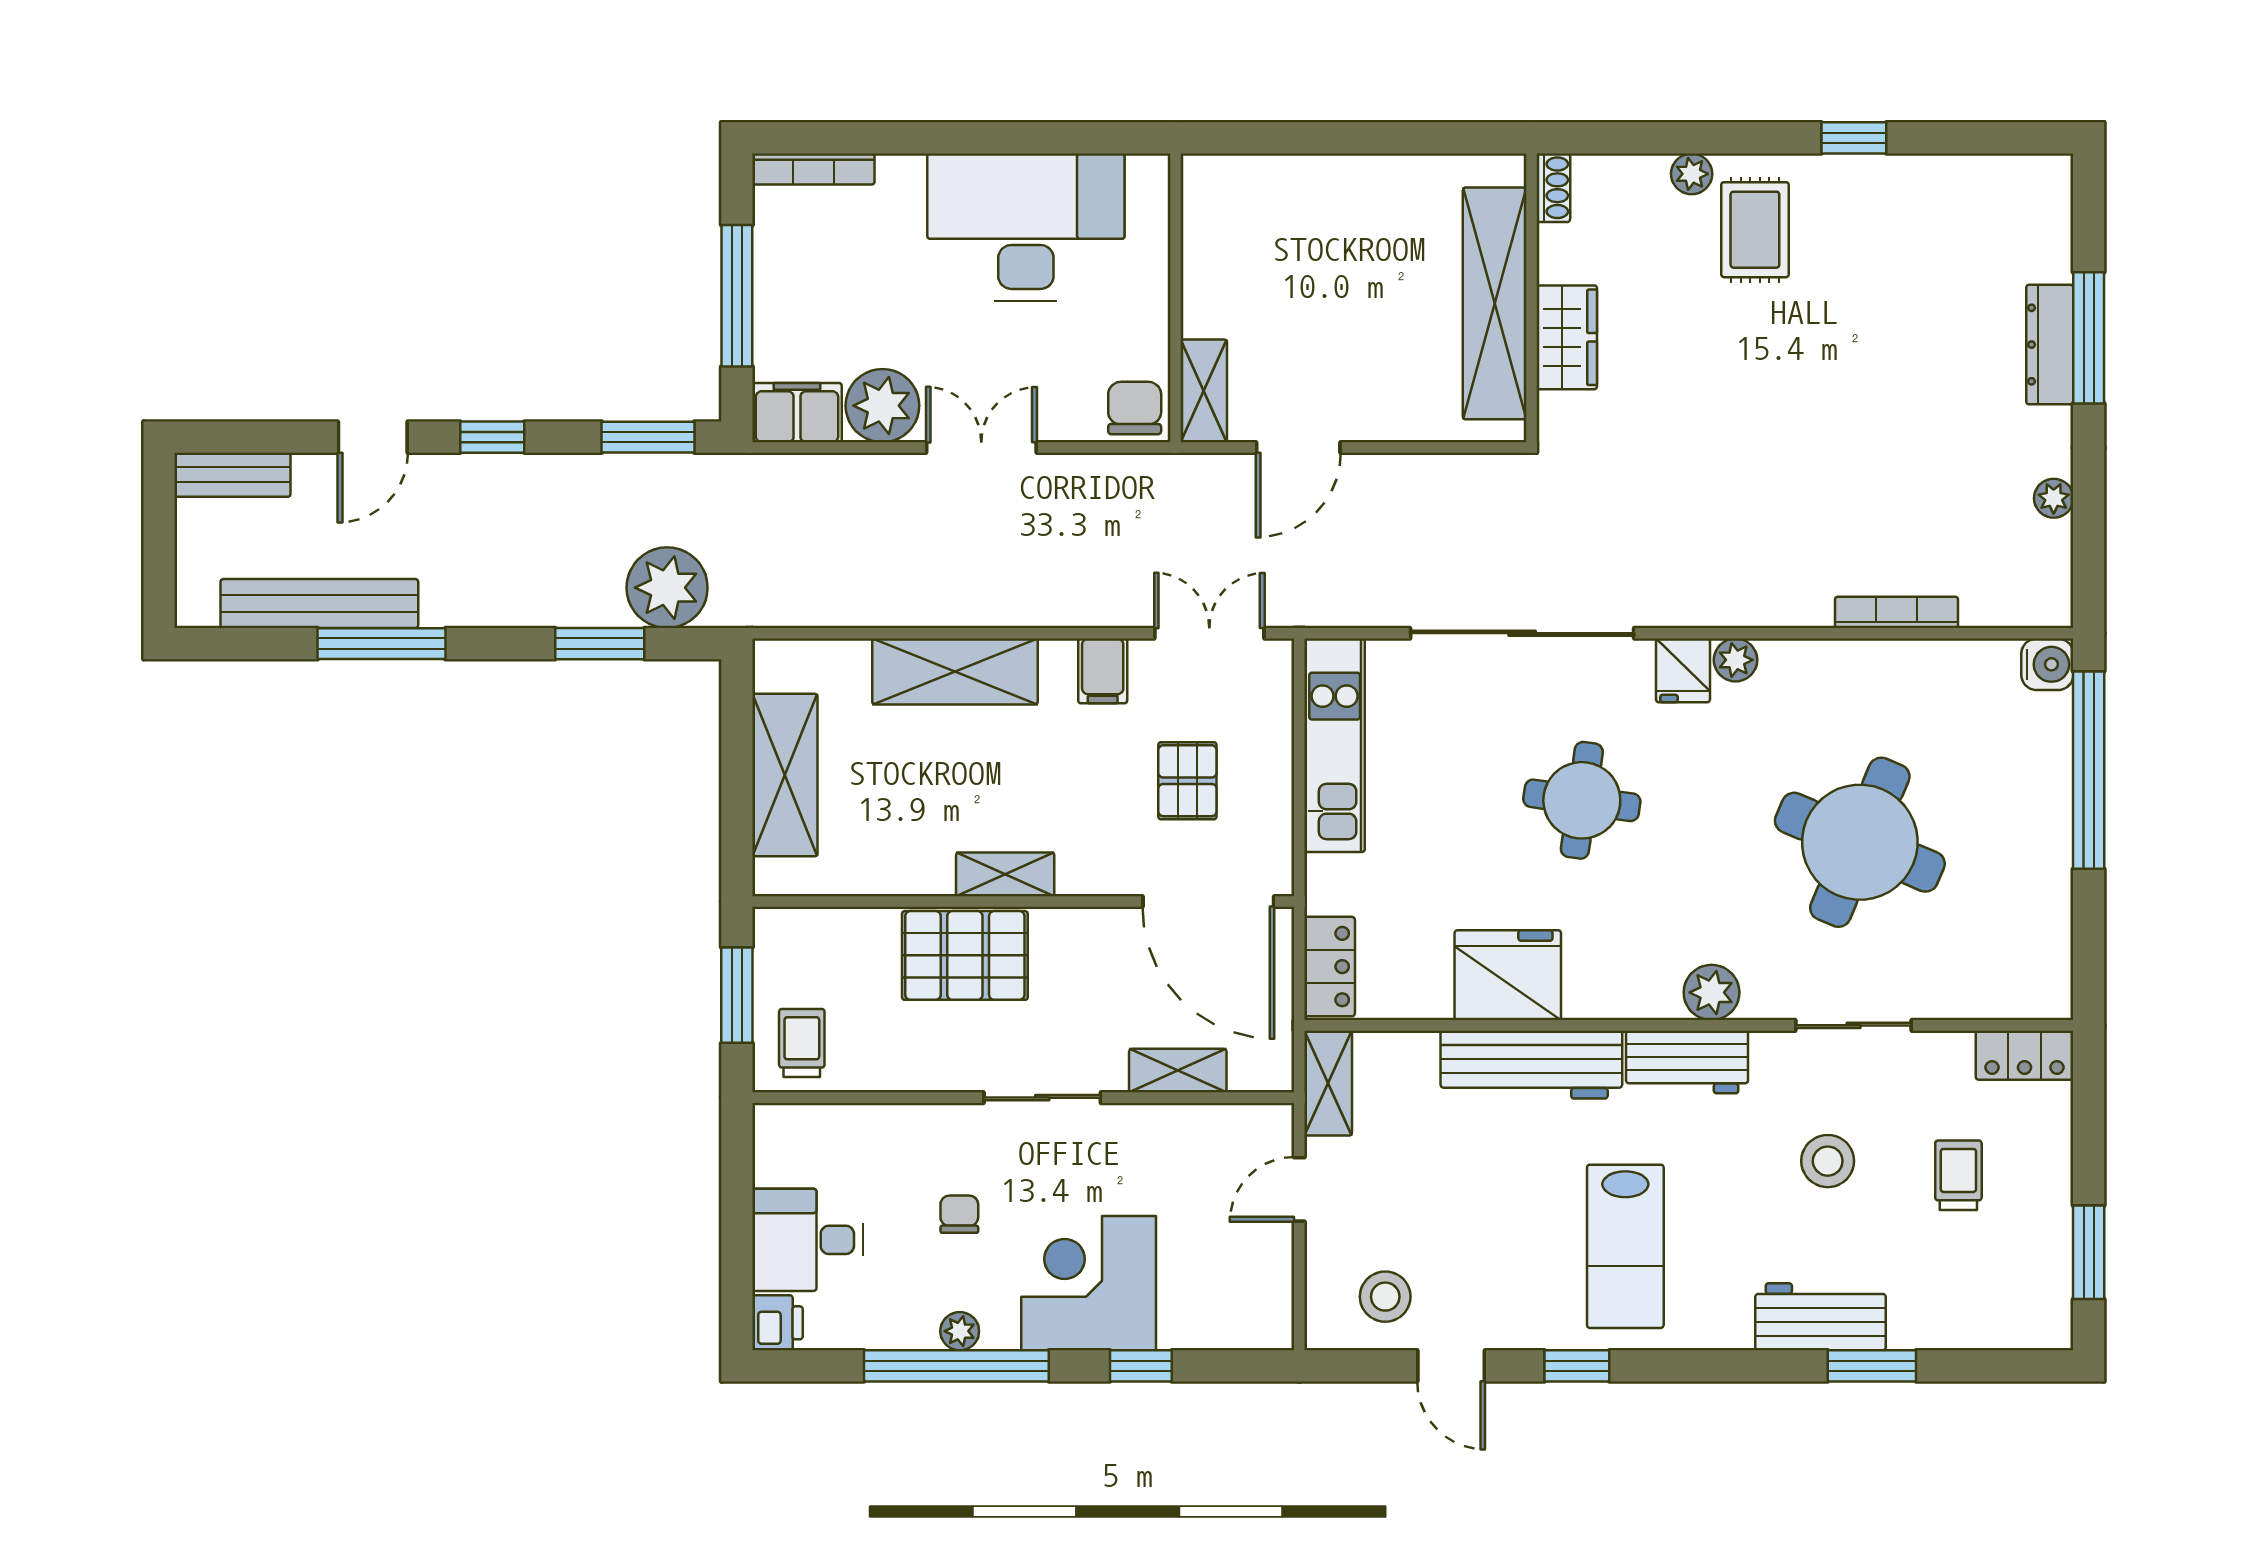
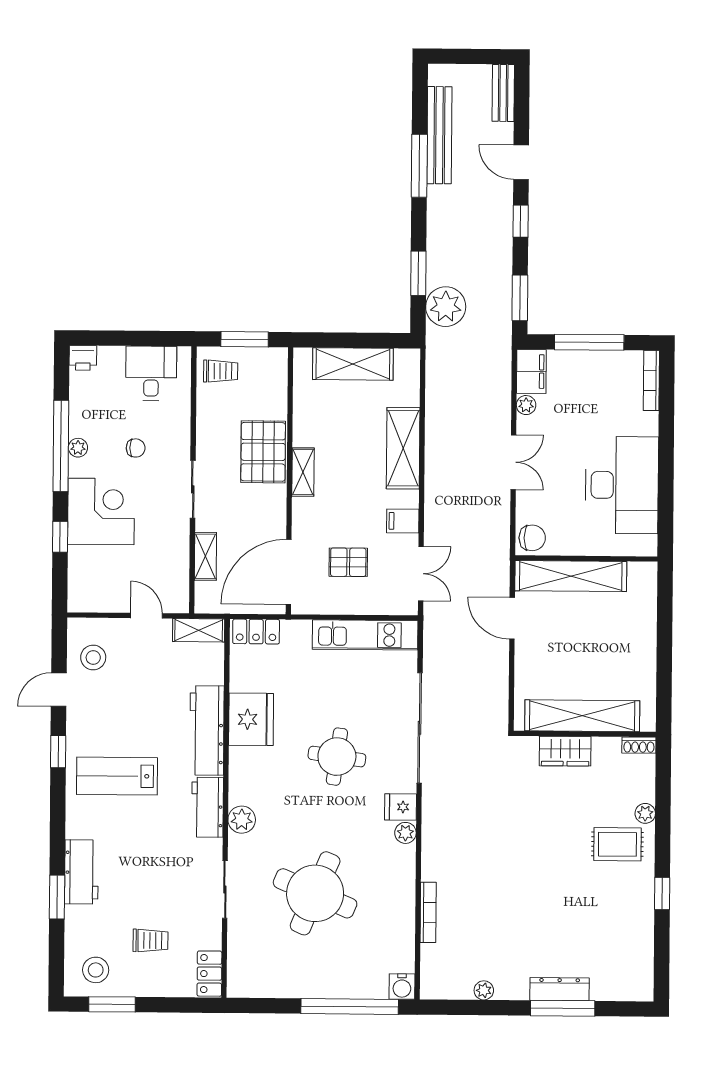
shelving: (1204, 391) -> (571, 576), width x2.20, depth x1.33
plant: (882, 406) -> (526, 405), width x0.53, depth x0.53
stool: (1828, 1161) -> (96, 970), moved
desk: (808, 1240) -> (151, 373), moved

